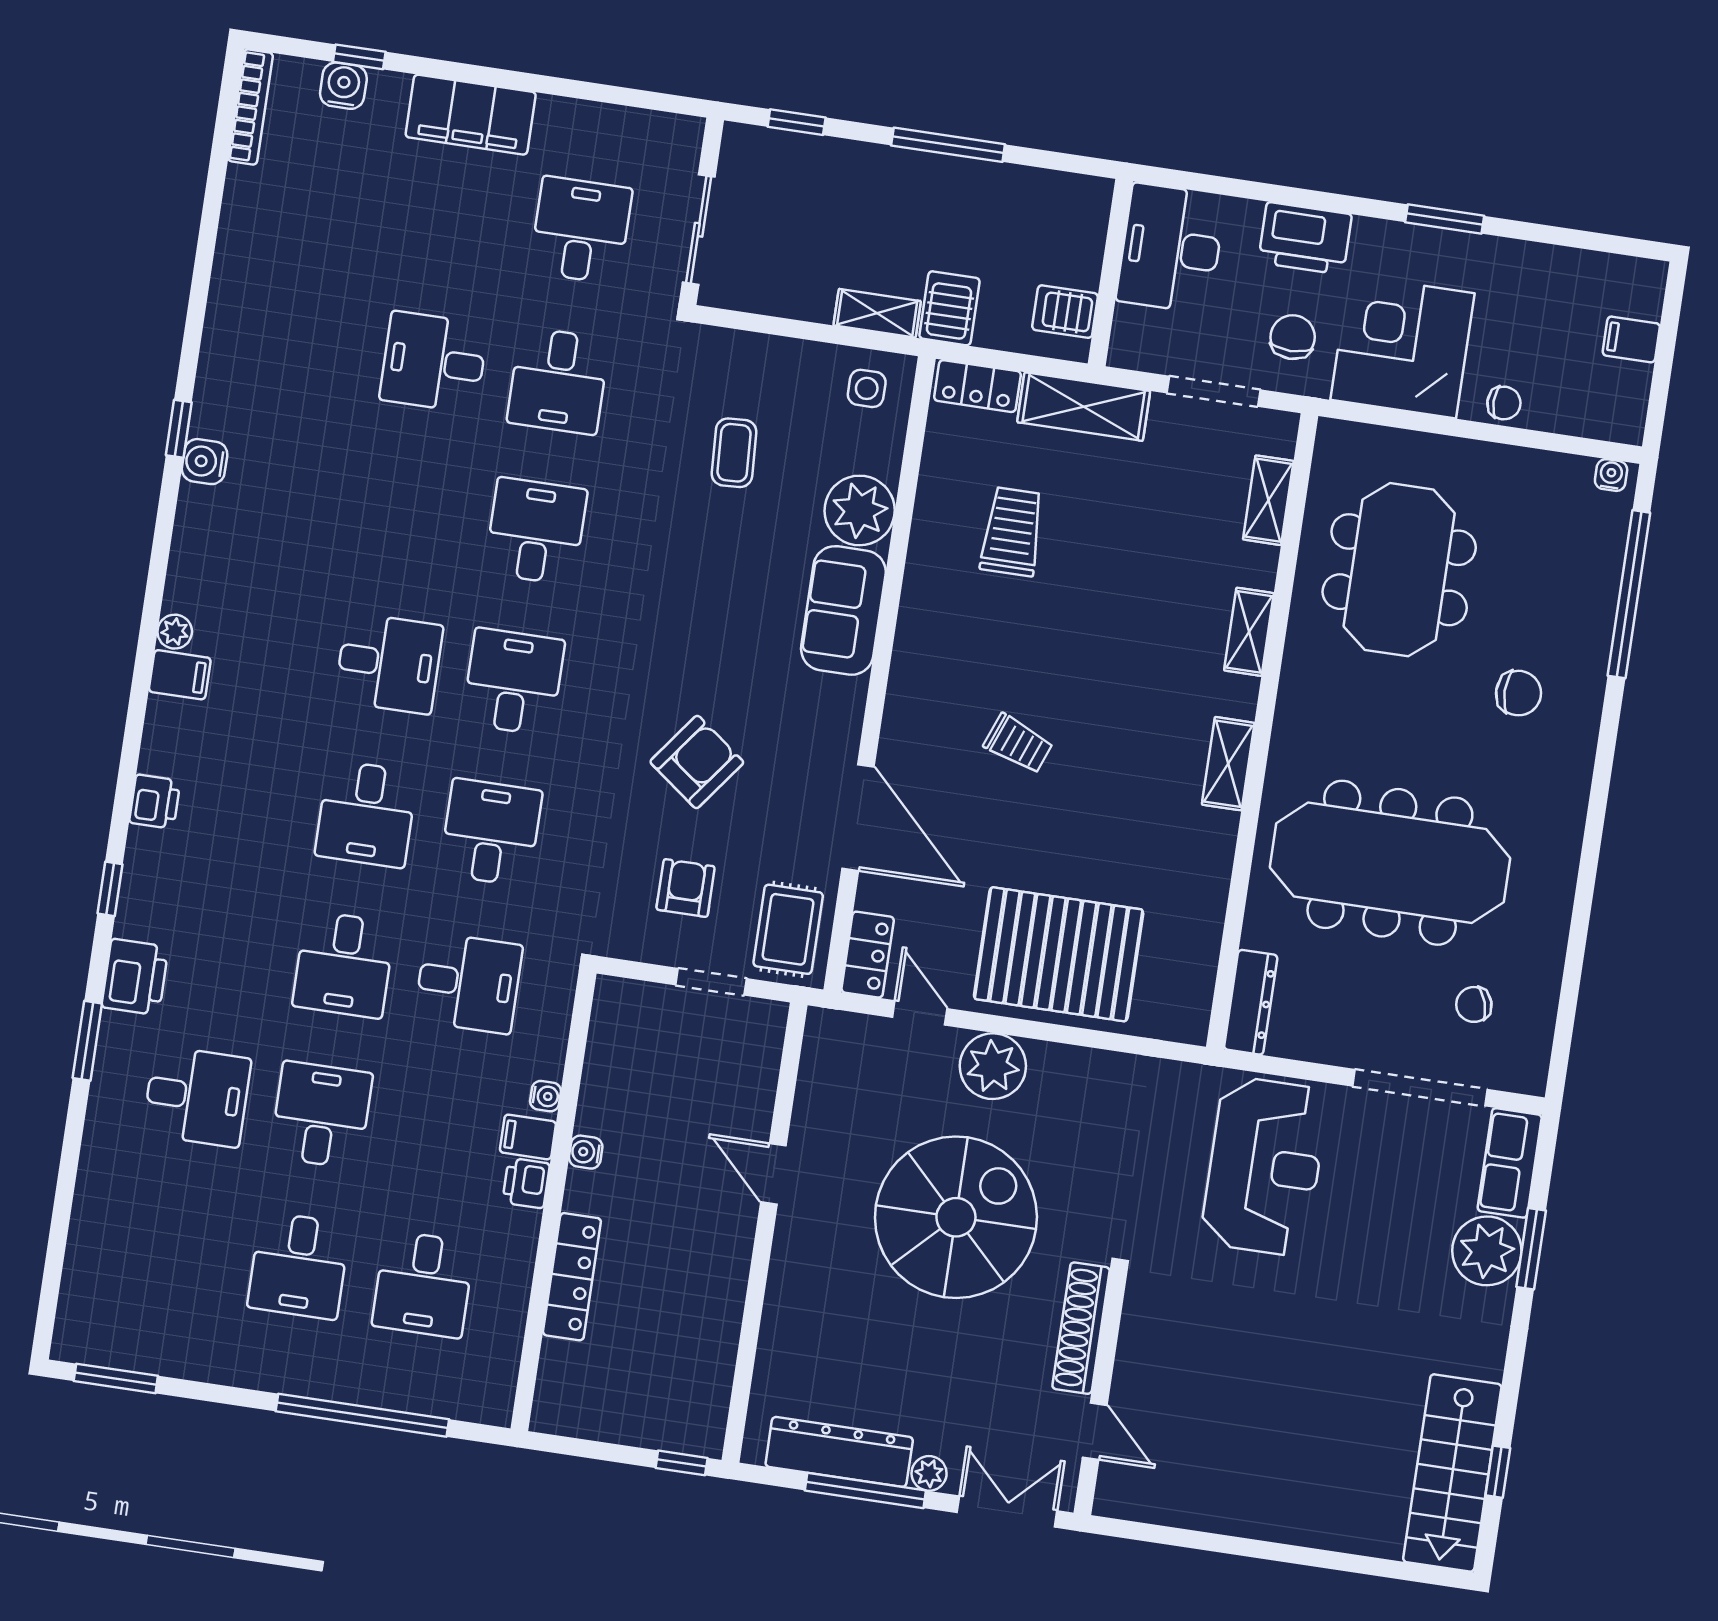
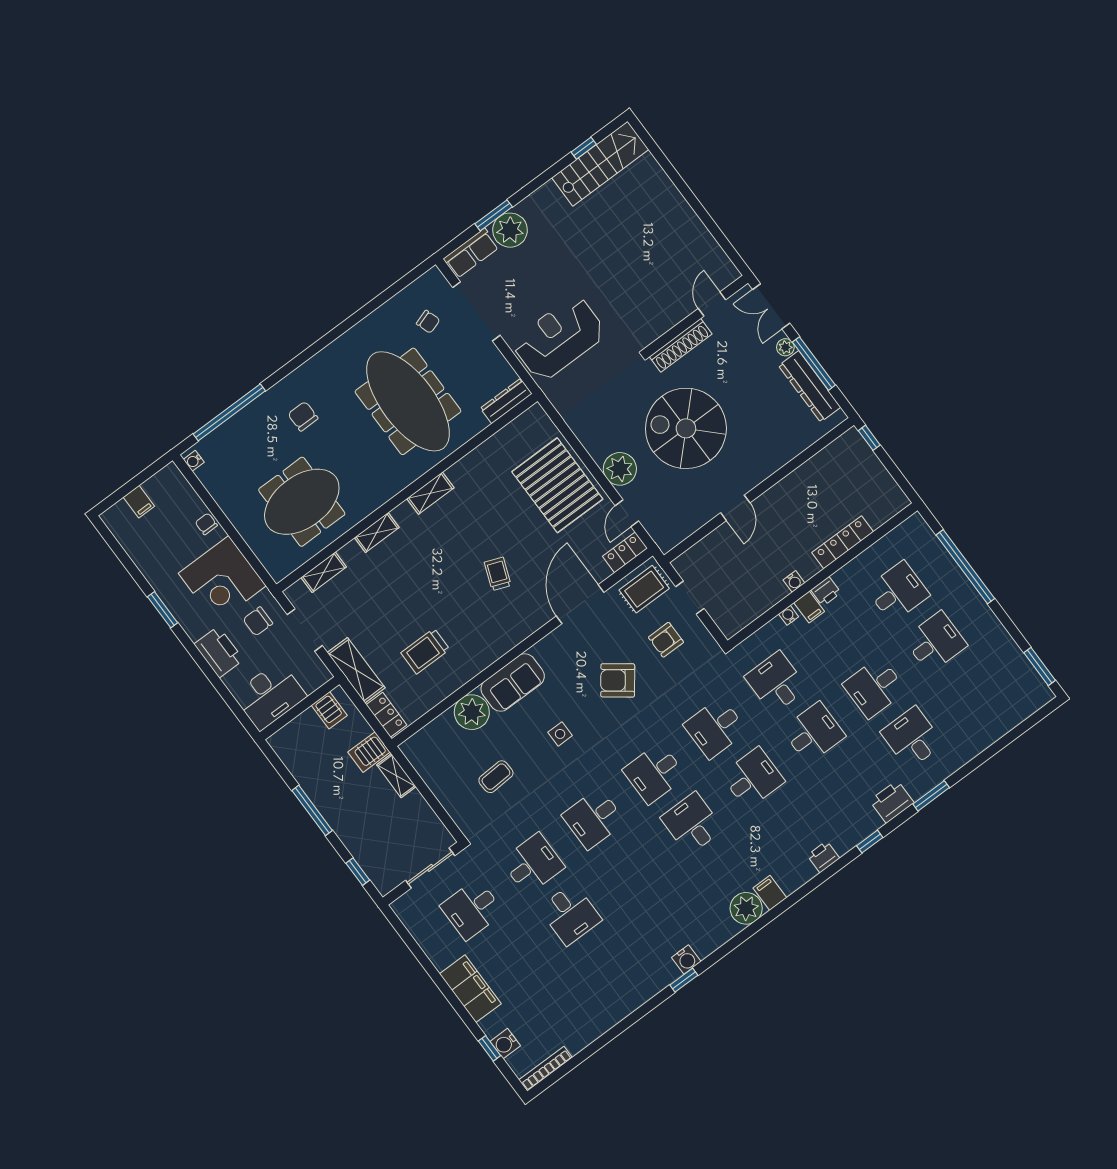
side table: (867, 388) -> (560, 734), moved
plant: (175, 632) -> (746, 908), width x1.87, depth x1.87

